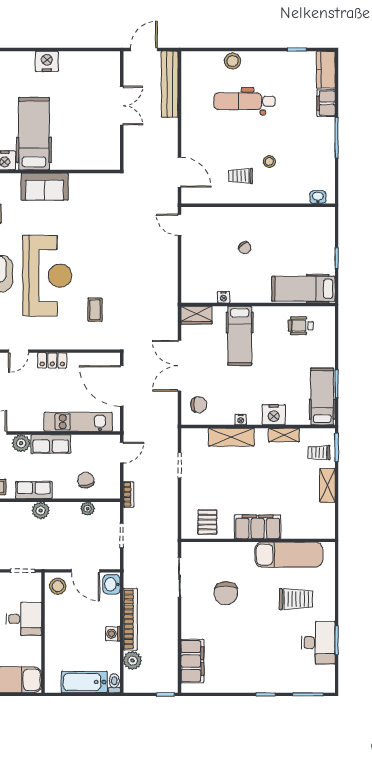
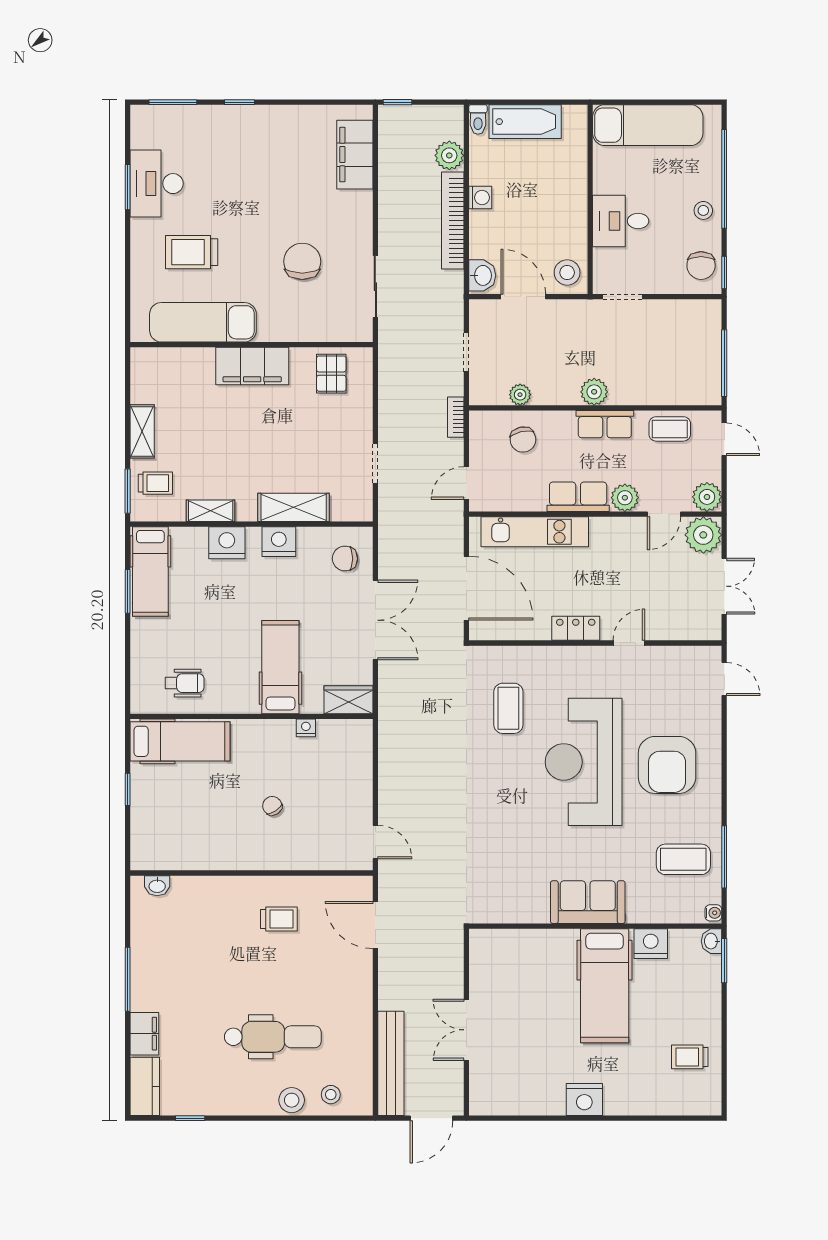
stool: (269, 162) -> (331, 1095), moved
coffee table: (95, 310) -> (508, 708), width x1.36, depth x1.30
nightstand: (241, 420) -> (279, 542), width x1.89, depth x1.79

